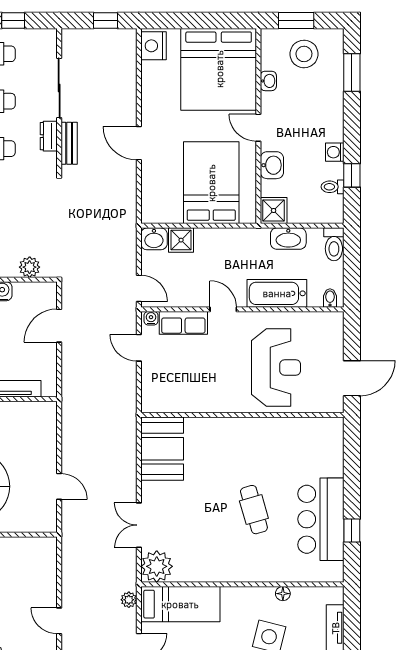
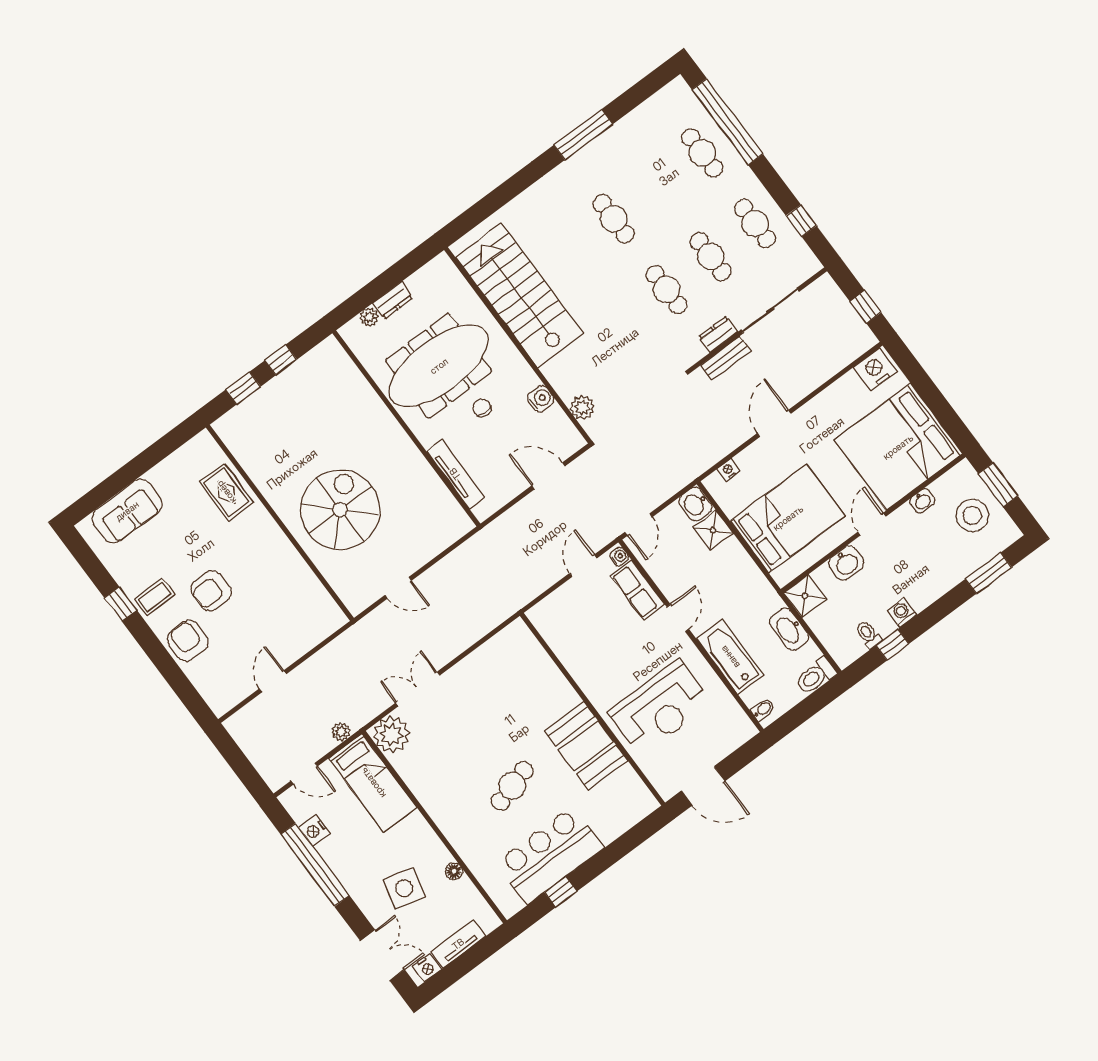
nightstand: (148, 199) -> (728, 470), added
booth: (162, 449) -> (586, 746), moved, turned 90
door: (59, 486) -> (398, 588), hinge flipped

